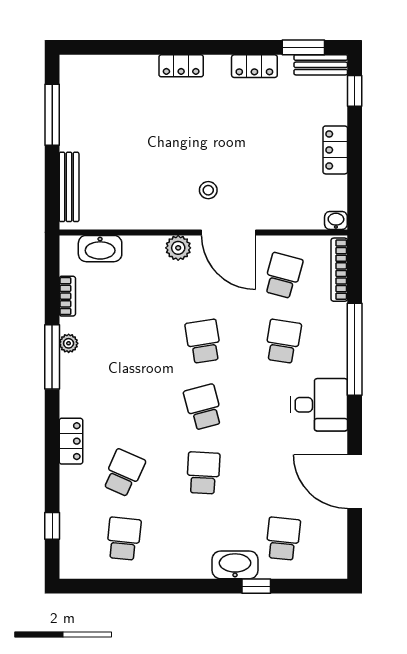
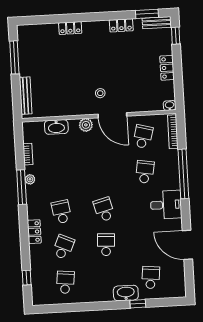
locker: (181, 66) -> (70, 28), moved
washbasin: (100, 249) -> (56, 127), moved
school desk: (203, 341) -> (61, 212), moved

